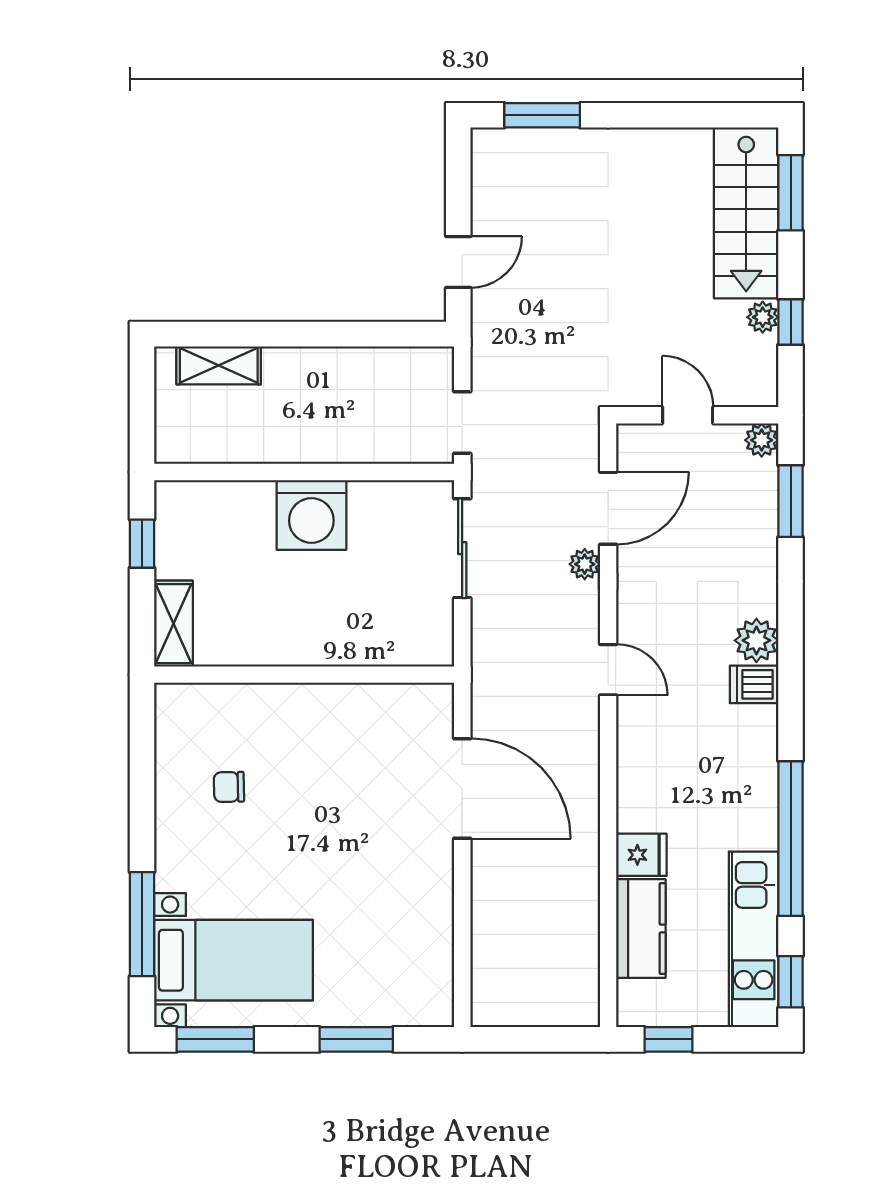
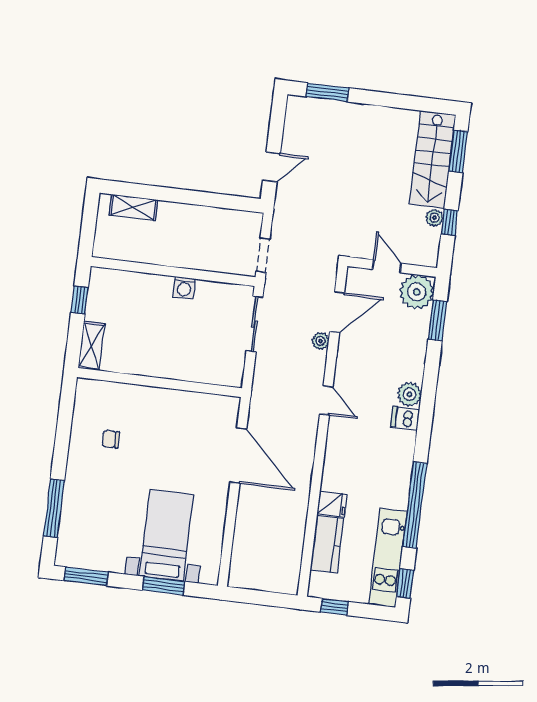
plant: (762, 440) -> (417, 292), width x1.87, depth x1.87
washing machine: (311, 515) -> (184, 288), width x0.53, depth x0.53
bed with nightstands: (234, 960) -> (166, 535), moved, turned -90

